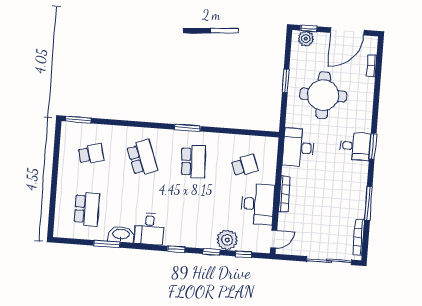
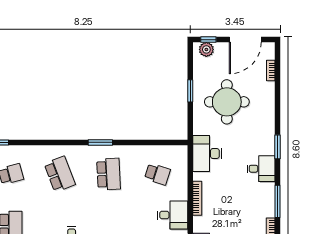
desk: (355, 146) -> (261, 169), moved
school desk: (245, 165) -> (157, 174), turned 39
desk: (258, 204) -> (173, 215), width x0.73

